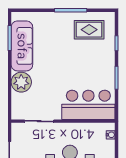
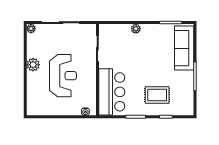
rug: (89, 30) -> (157, 95), moved, turned 90
sofa: (22, 46) -> (184, 48), moved, turned 90
plant: (21, 82) -> (136, 29), width x0.53, depth x0.53

